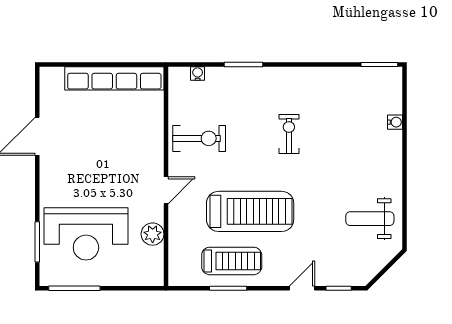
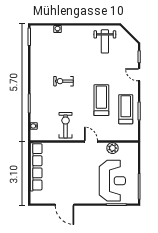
treadmill: (250, 211) -> (101, 100), width x0.73, depth x0.73

